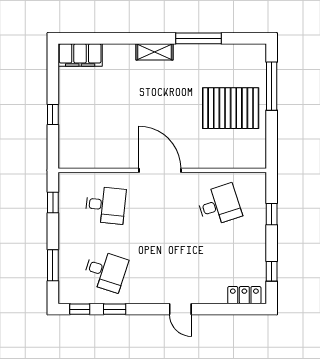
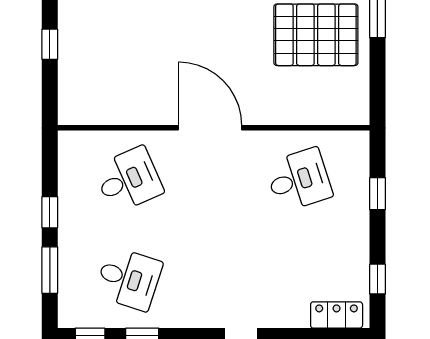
window: (53, 203) -> (50, 212), moved
desk: (106, 205) -> (129, 180), turned -30

